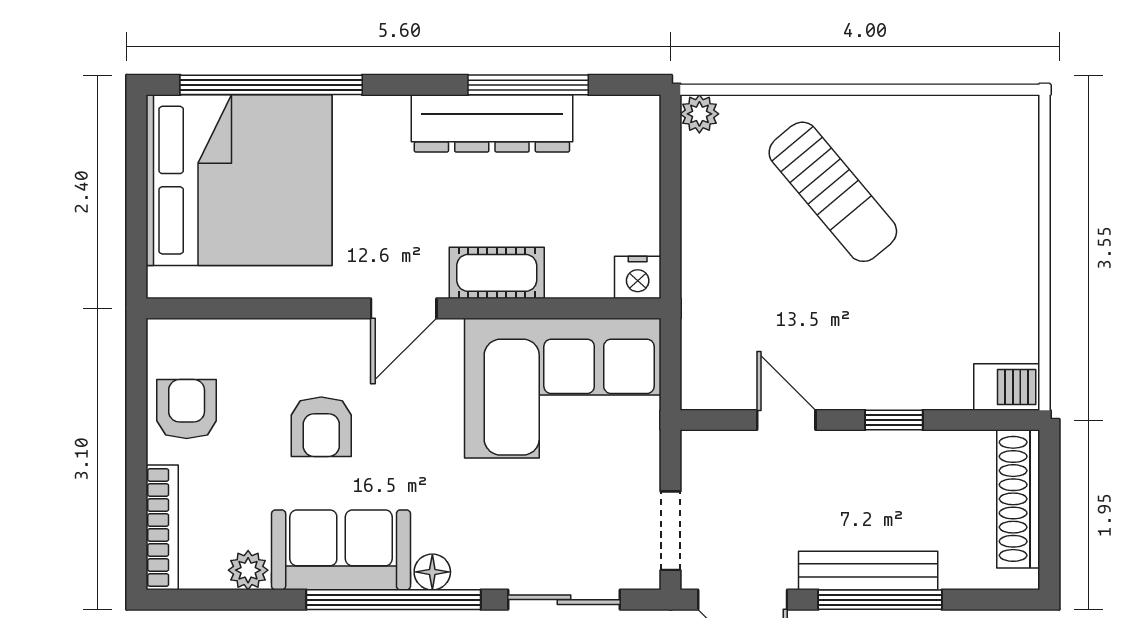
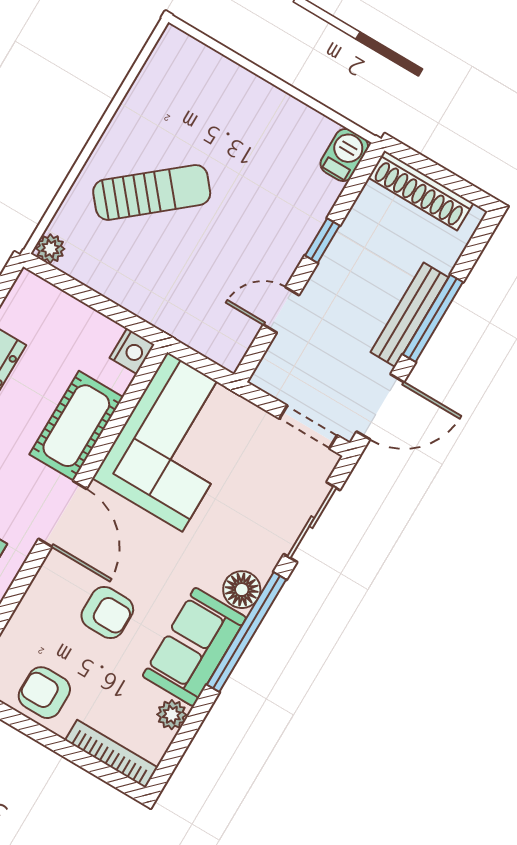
cot: (497, 273) -> (76, 426), width x1.37, depth x1.34
door: (404, 308) -> (62, 514), width x1.38
floor lamp: (432, 572) -> (242, 590), width x1.37, depth x1.37

